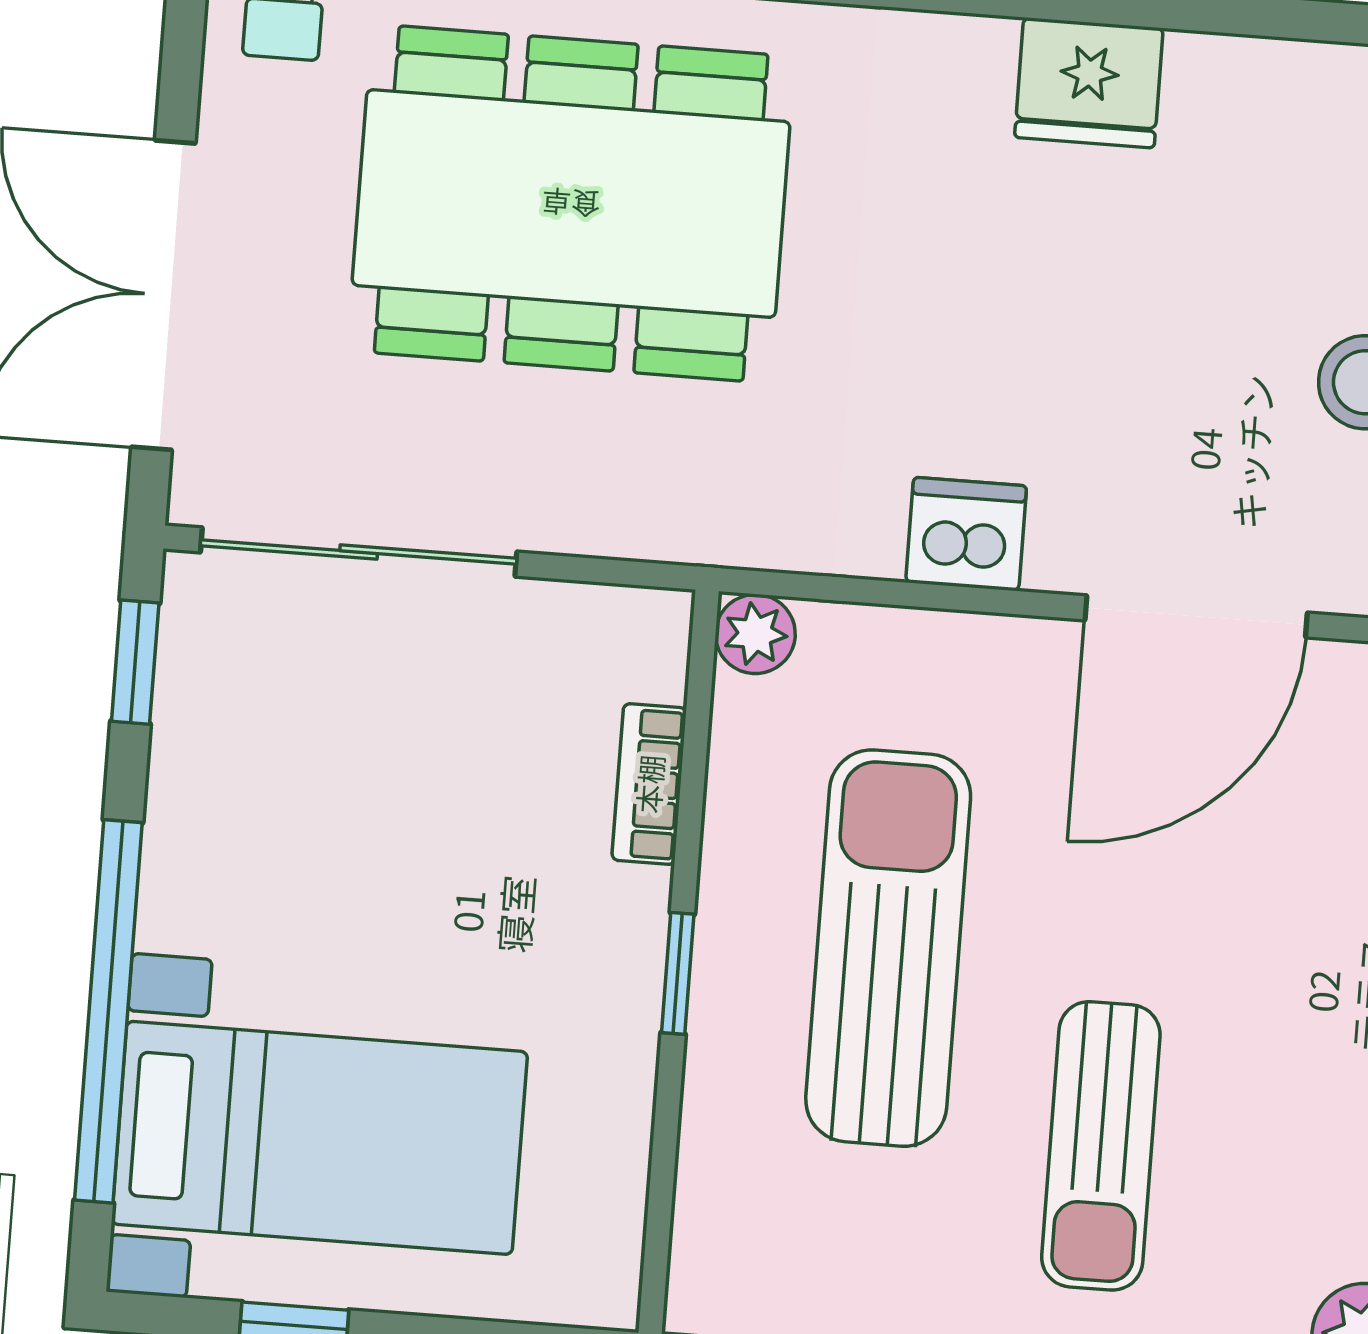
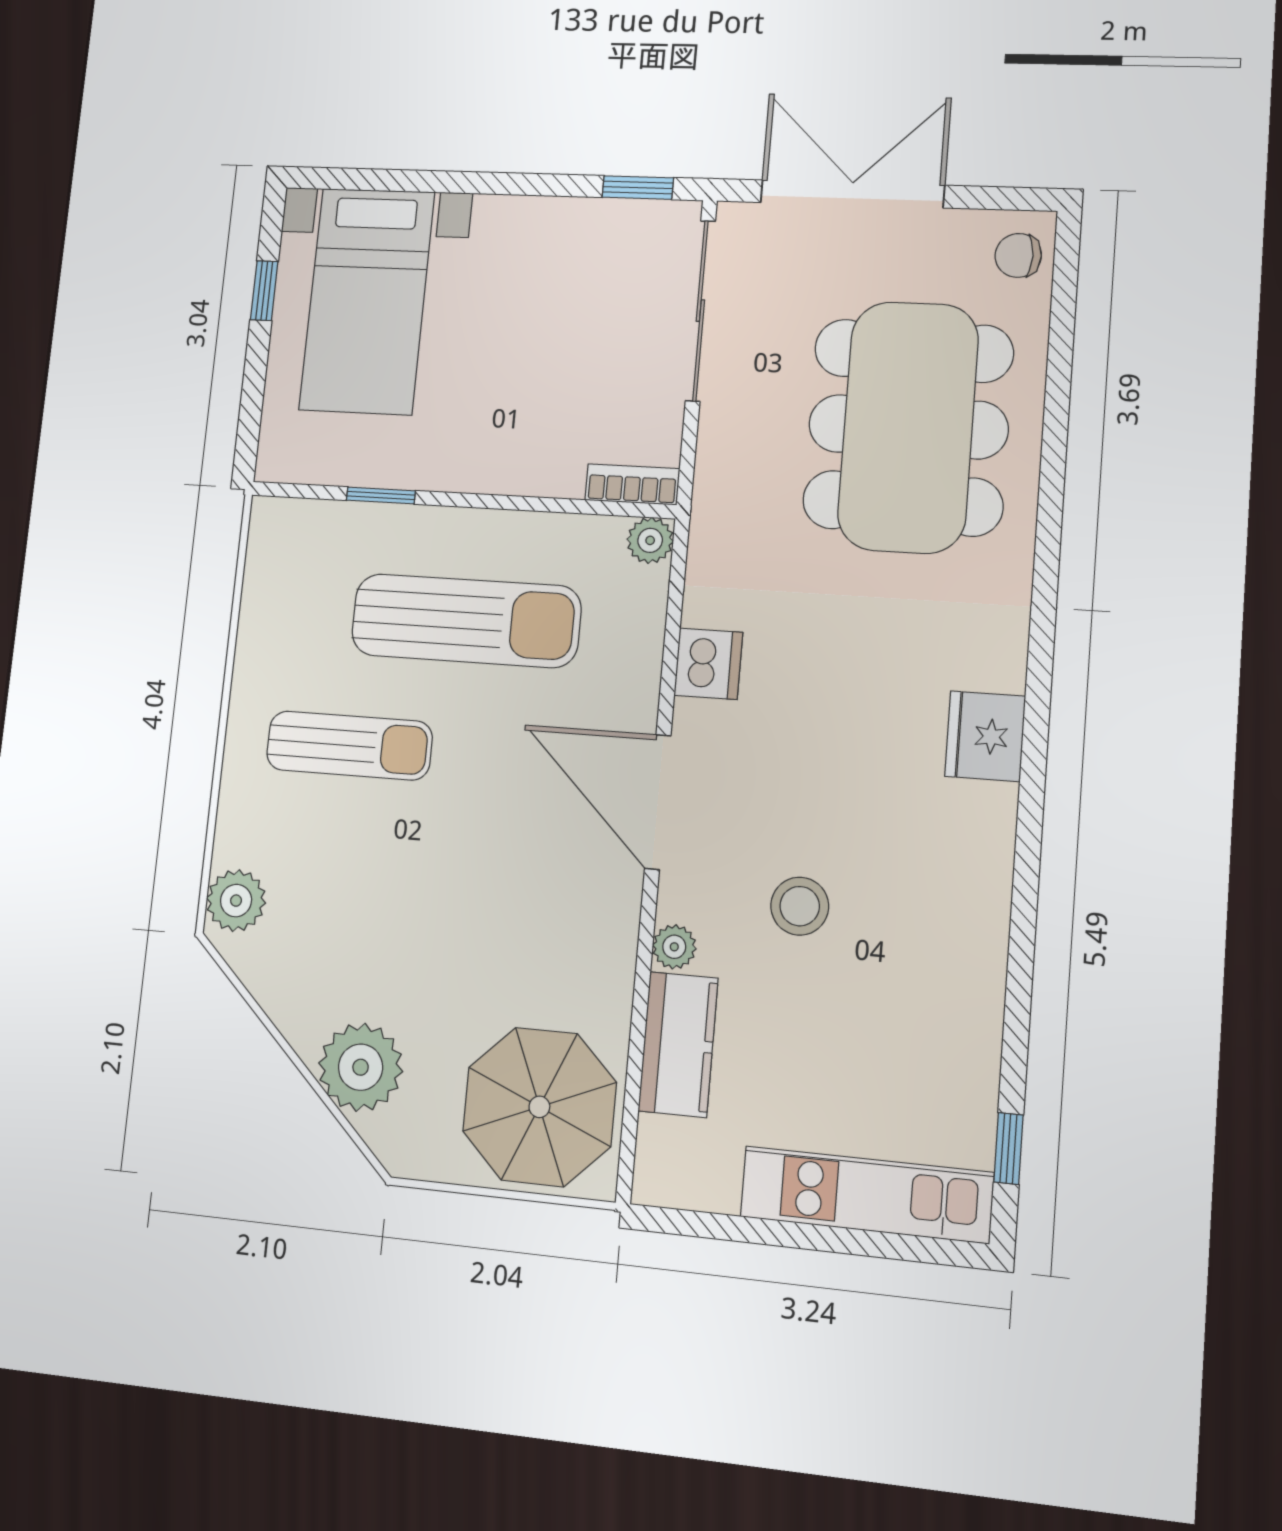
bookcase: (649, 784) -> (632, 484), moved
window: (678, 973) -> (381, 495), moved
window: (108, 1011) -> (441, 182), removed
sun lounger: (1101, 1146) -> (349, 746), turned 180

